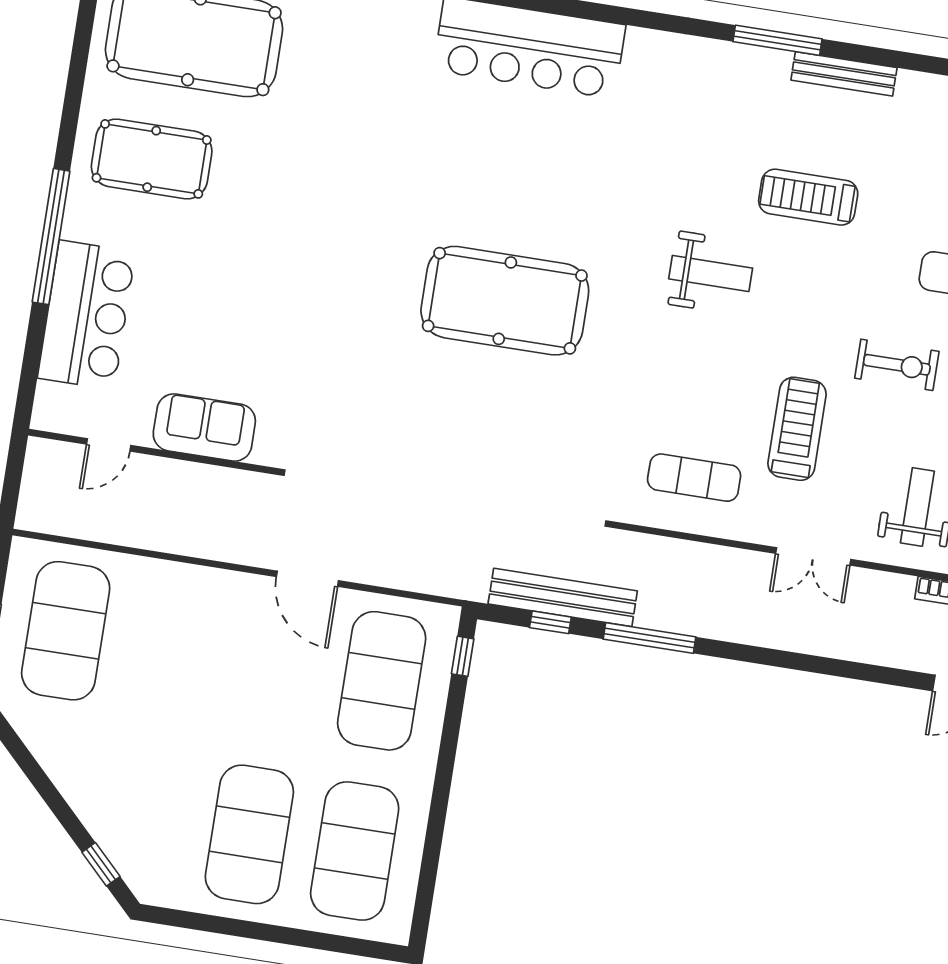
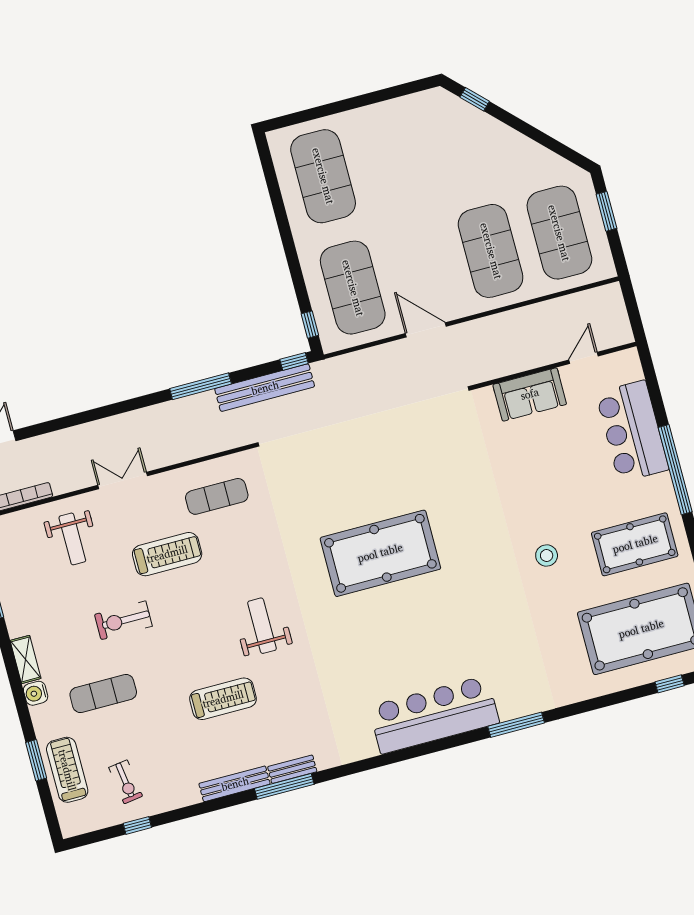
bench: (756, 59) -> (292, 769), added
stool: (279, 197) -> (547, 555), added
weight bench: (711, 273) -> (262, 626), turned 90
treadmill: (797, 429) -> (167, 554), turned -90
window: (550, 622) -> (294, 361), moved
exercise mat: (249, 834) -> (491, 251), moved

